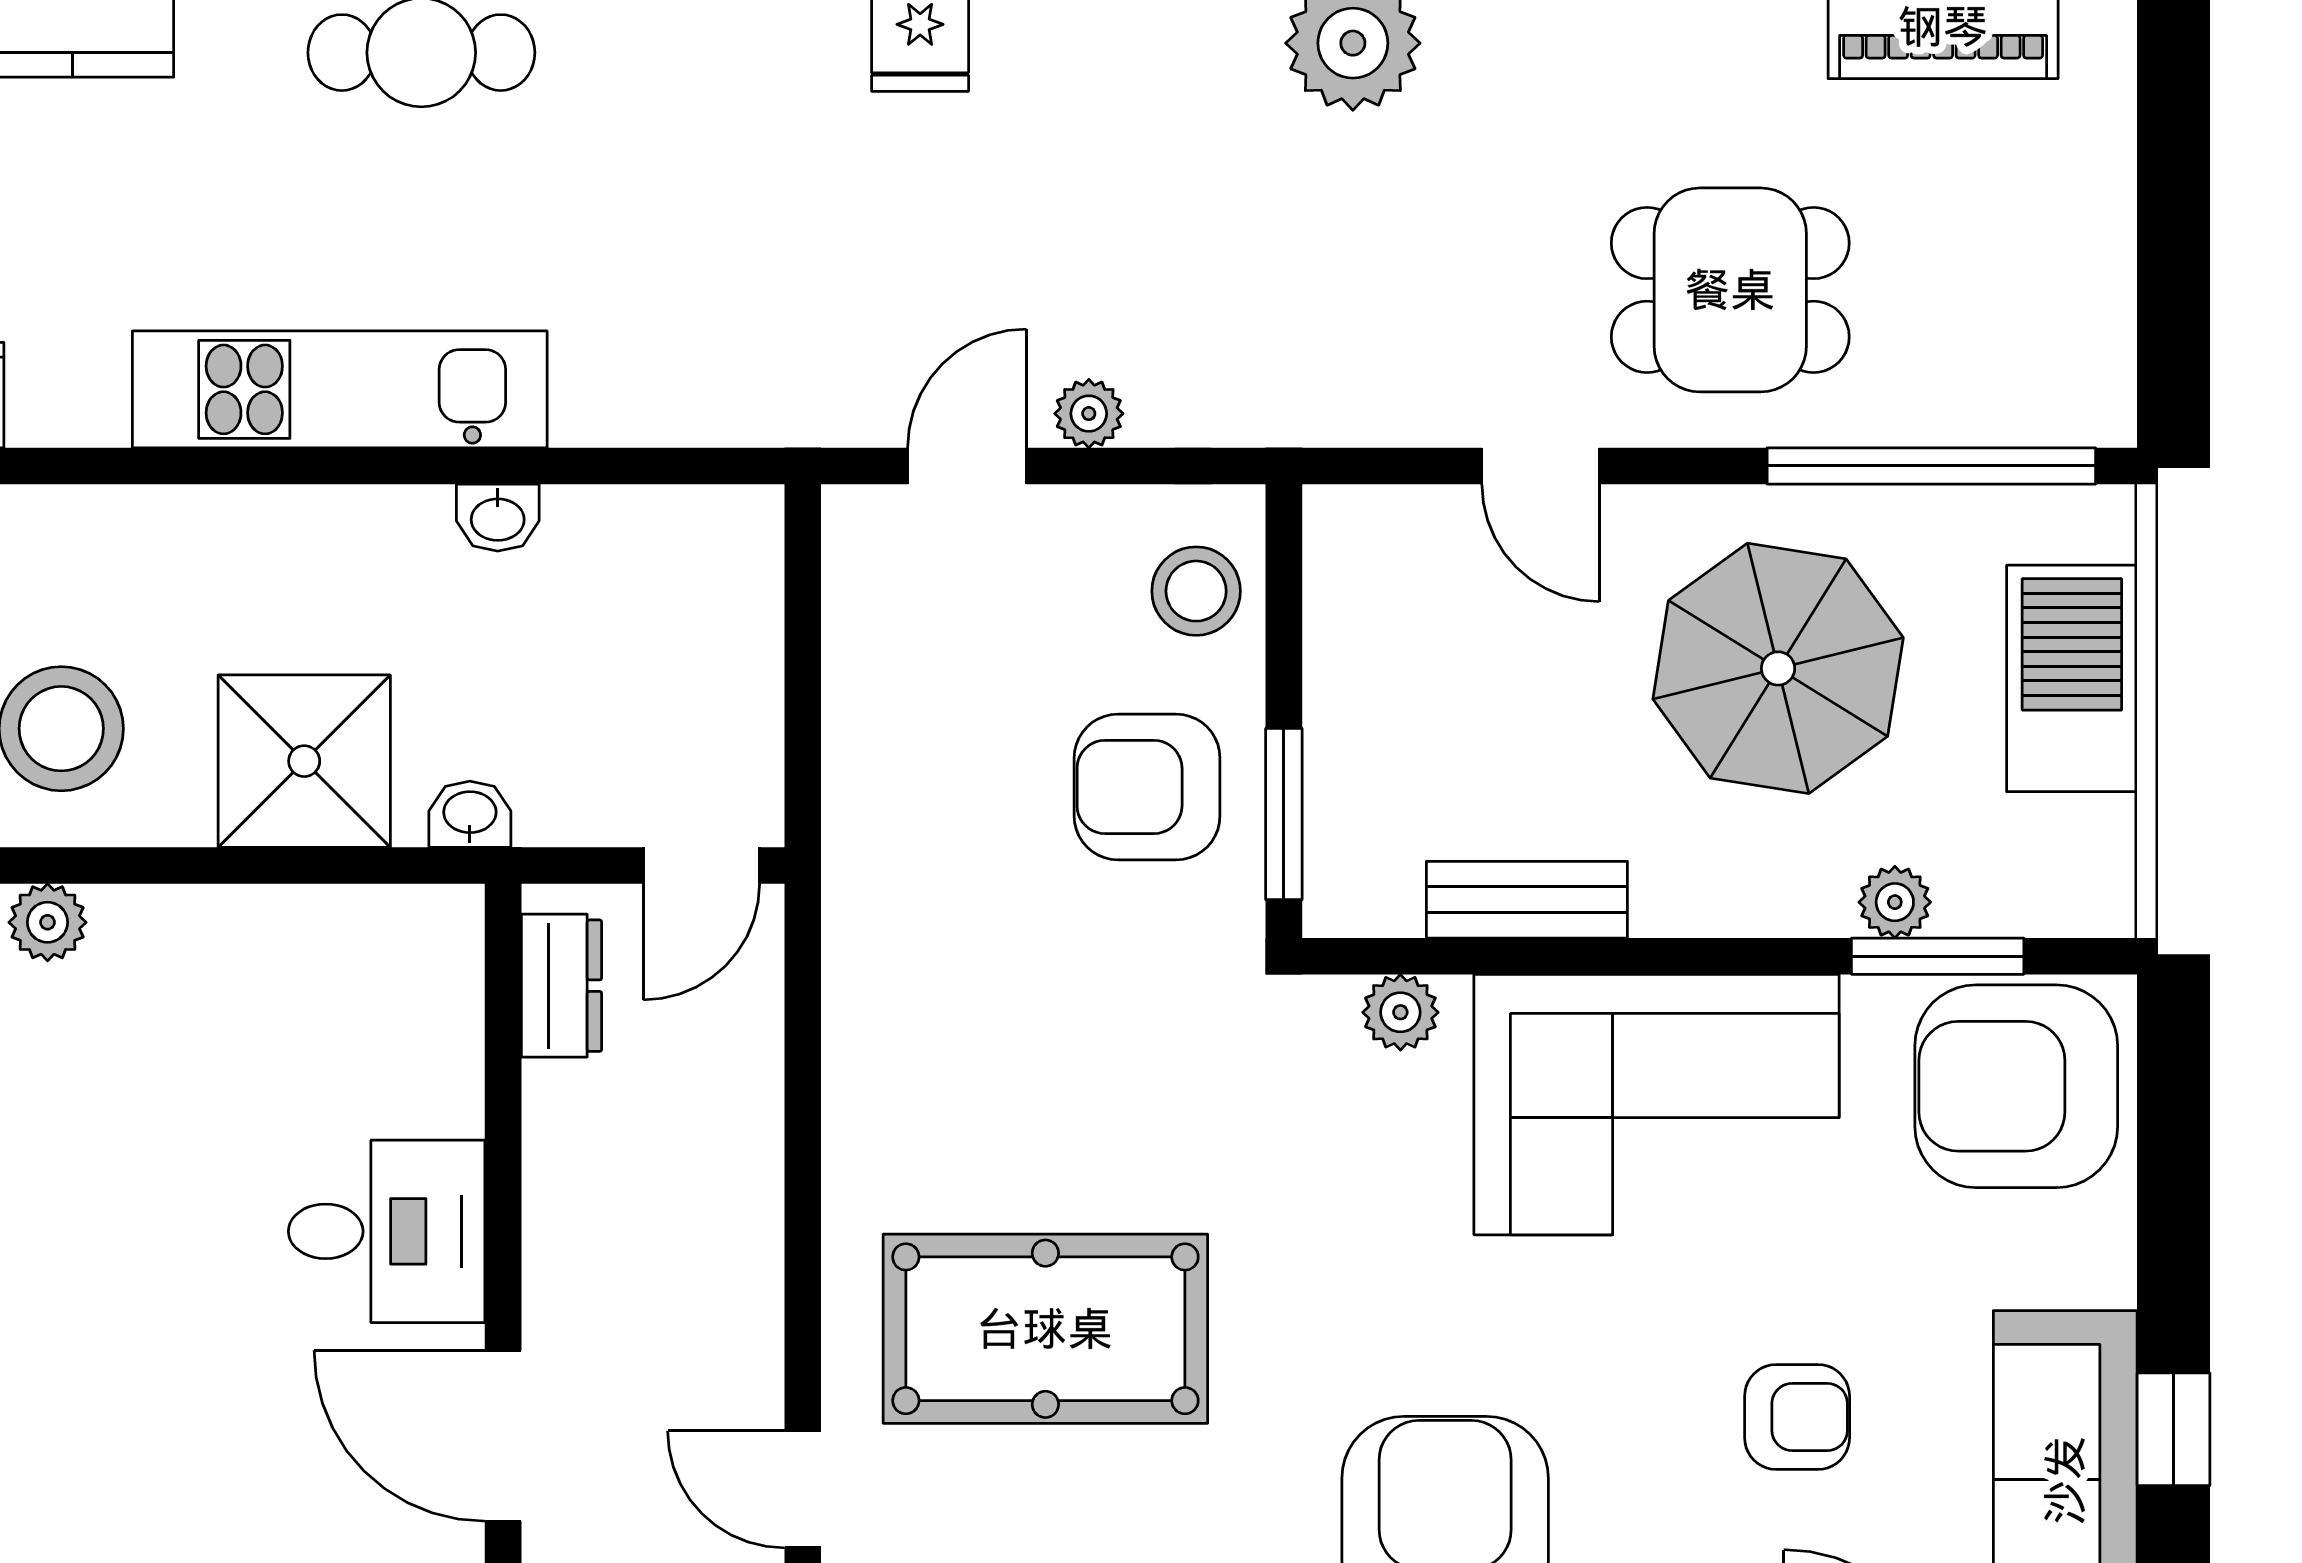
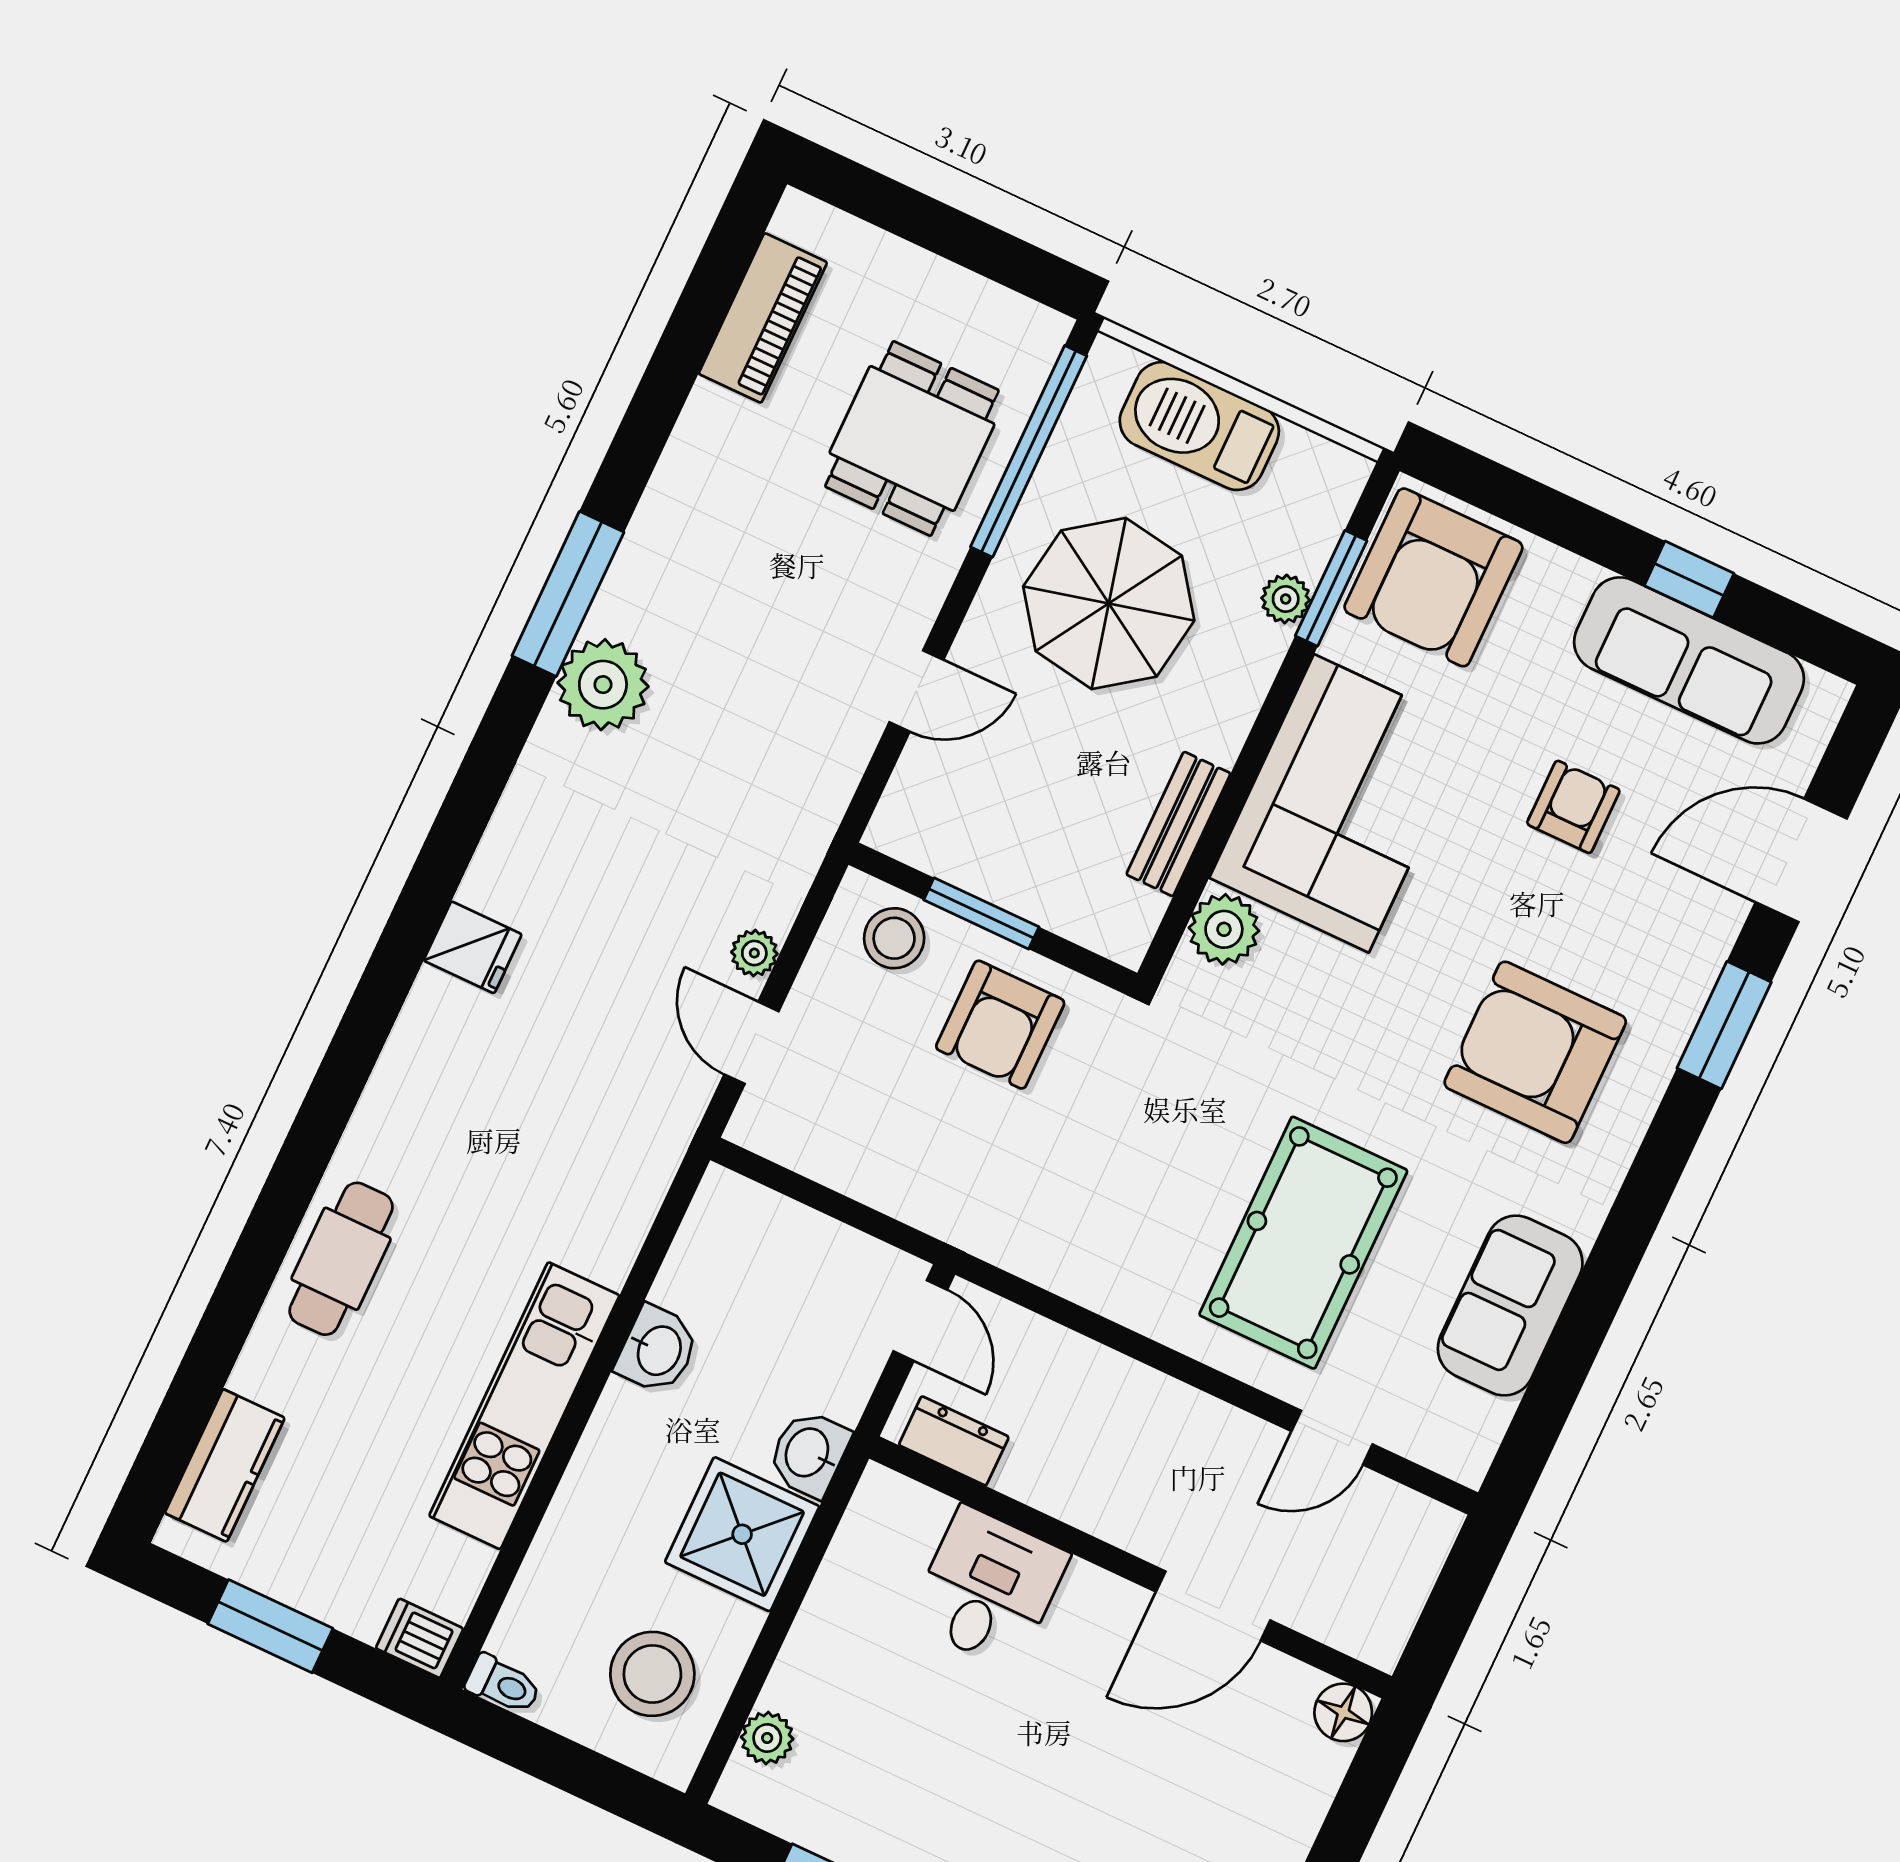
dining table: (1730, 290) -> (912, 438), moved
washbasin: (498, 518) -> (658, 1350), width x1.38, depth x1.45
washbasin: (470, 814) -> (809, 1453), width x1.38, depth x1.45
window: (1284, 814) -> (981, 913), moved
plant: (1400, 1012) -> (1224, 929), width x1.38, depth x1.38
desk: (387, 1231) -> (988, 1588), moved

